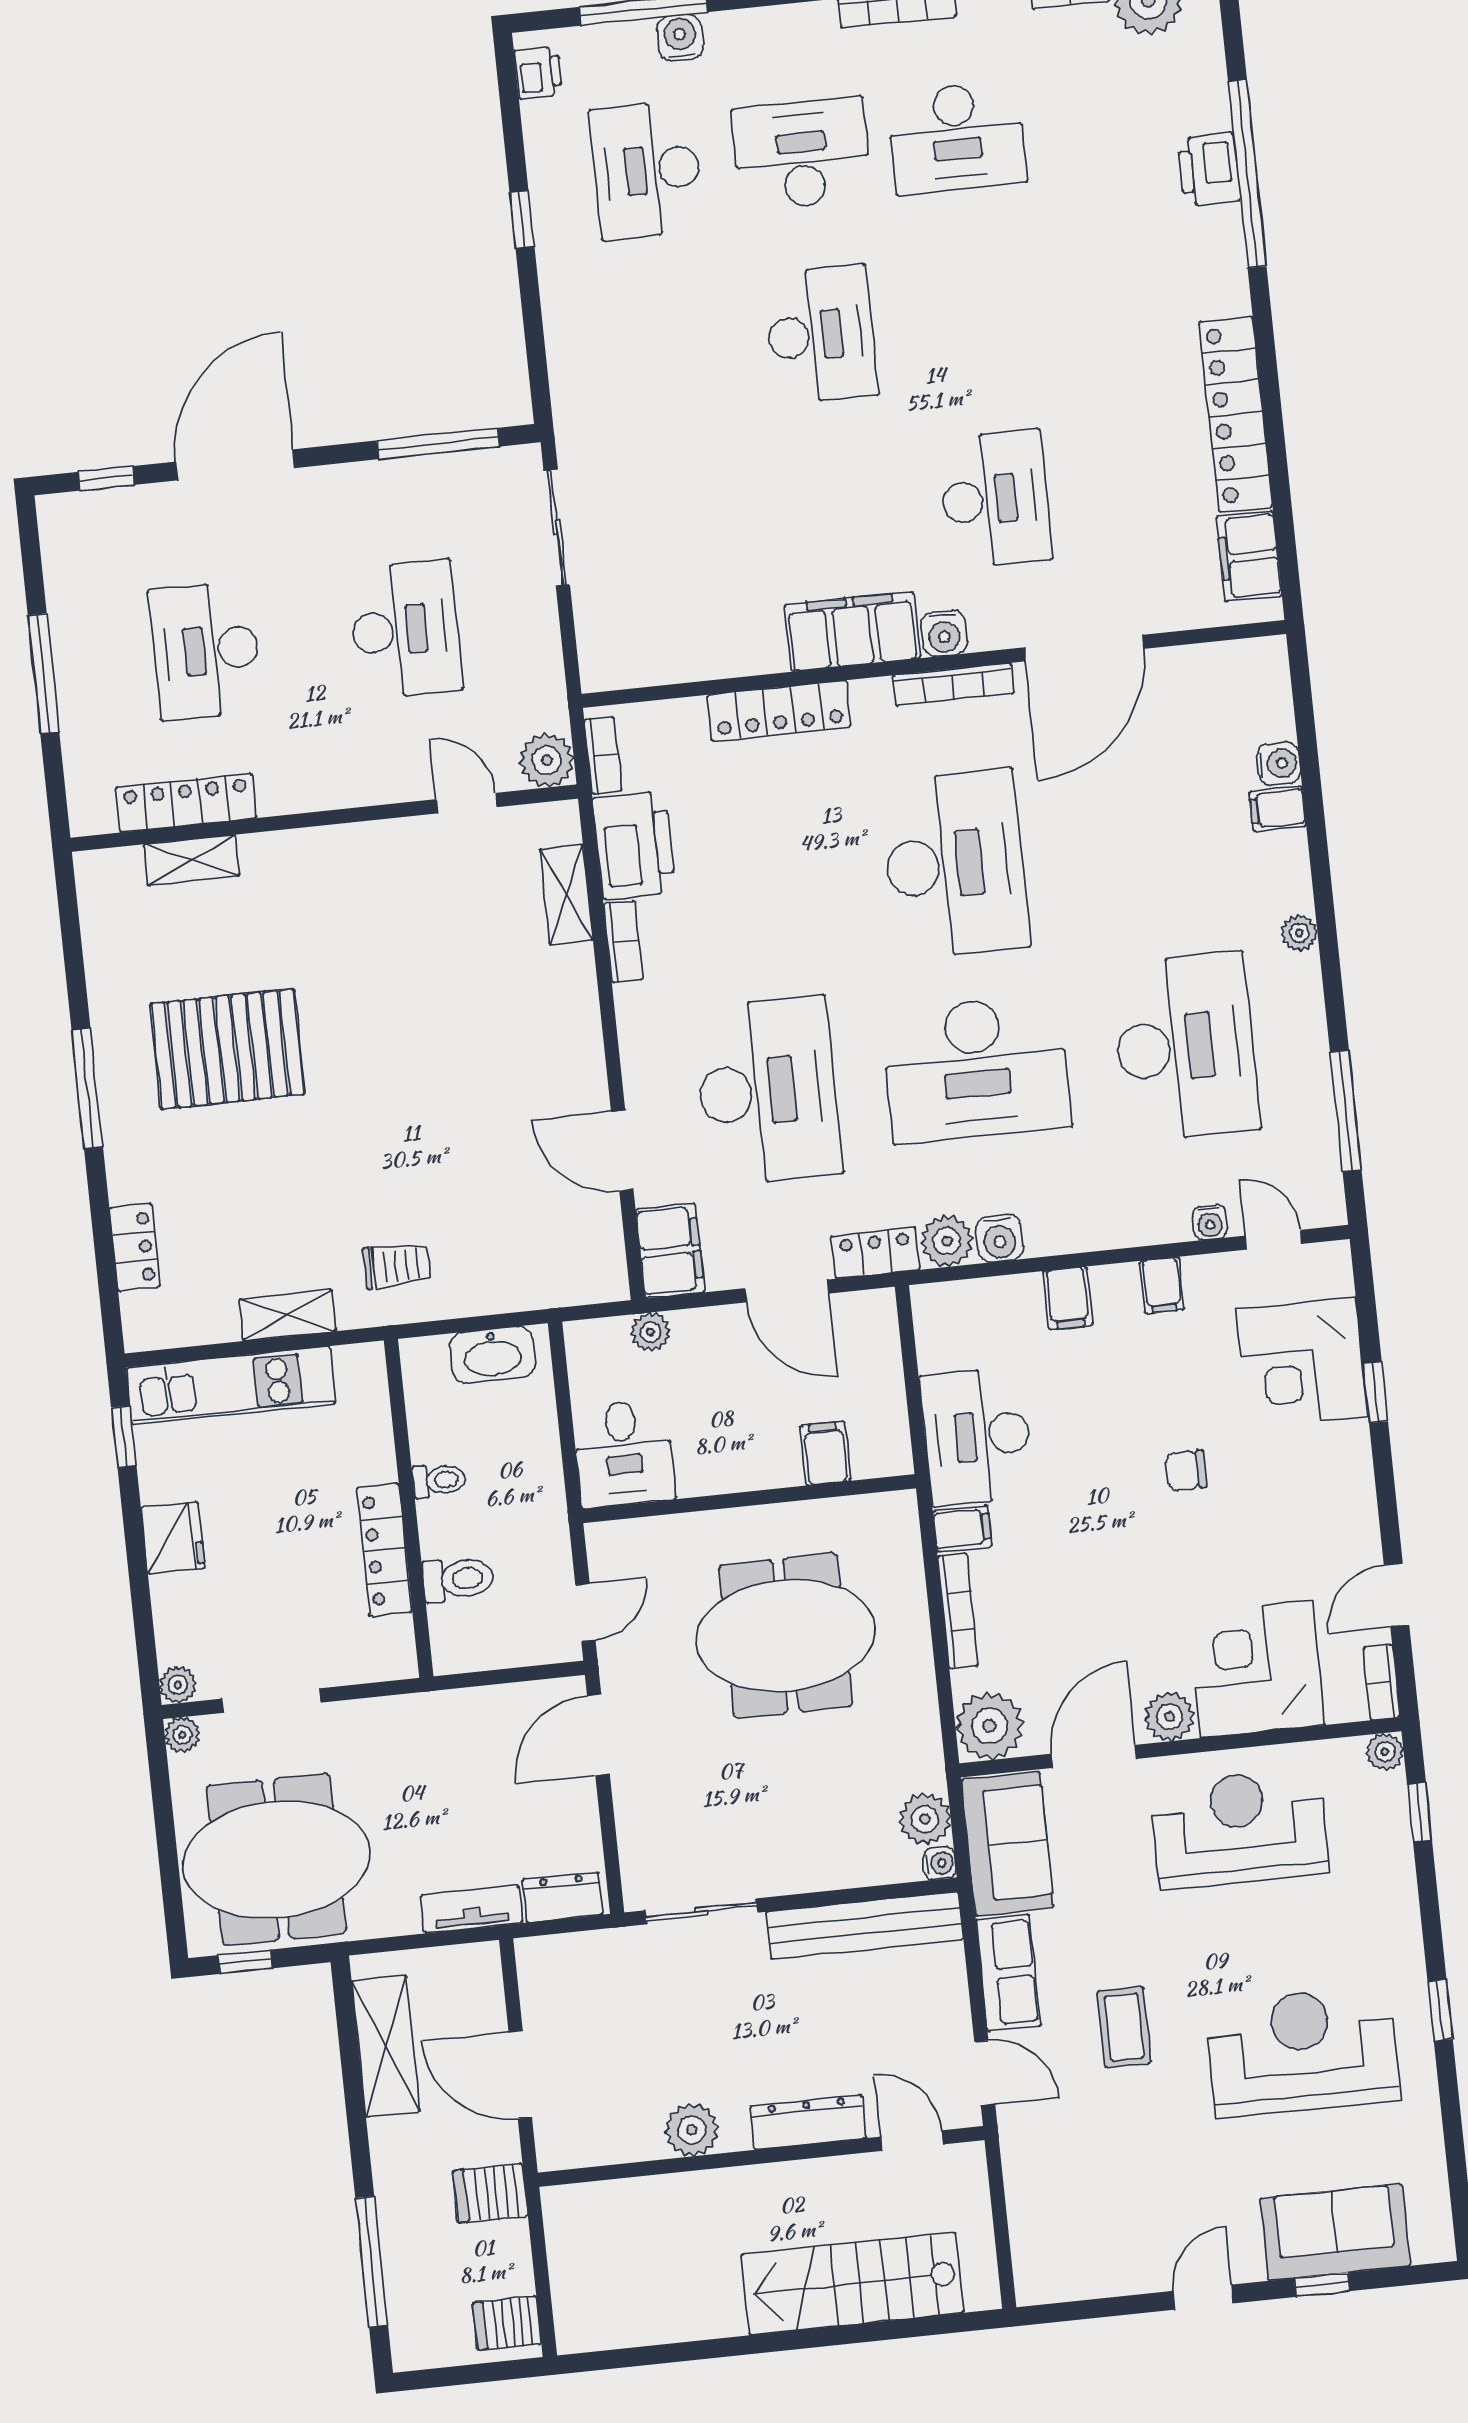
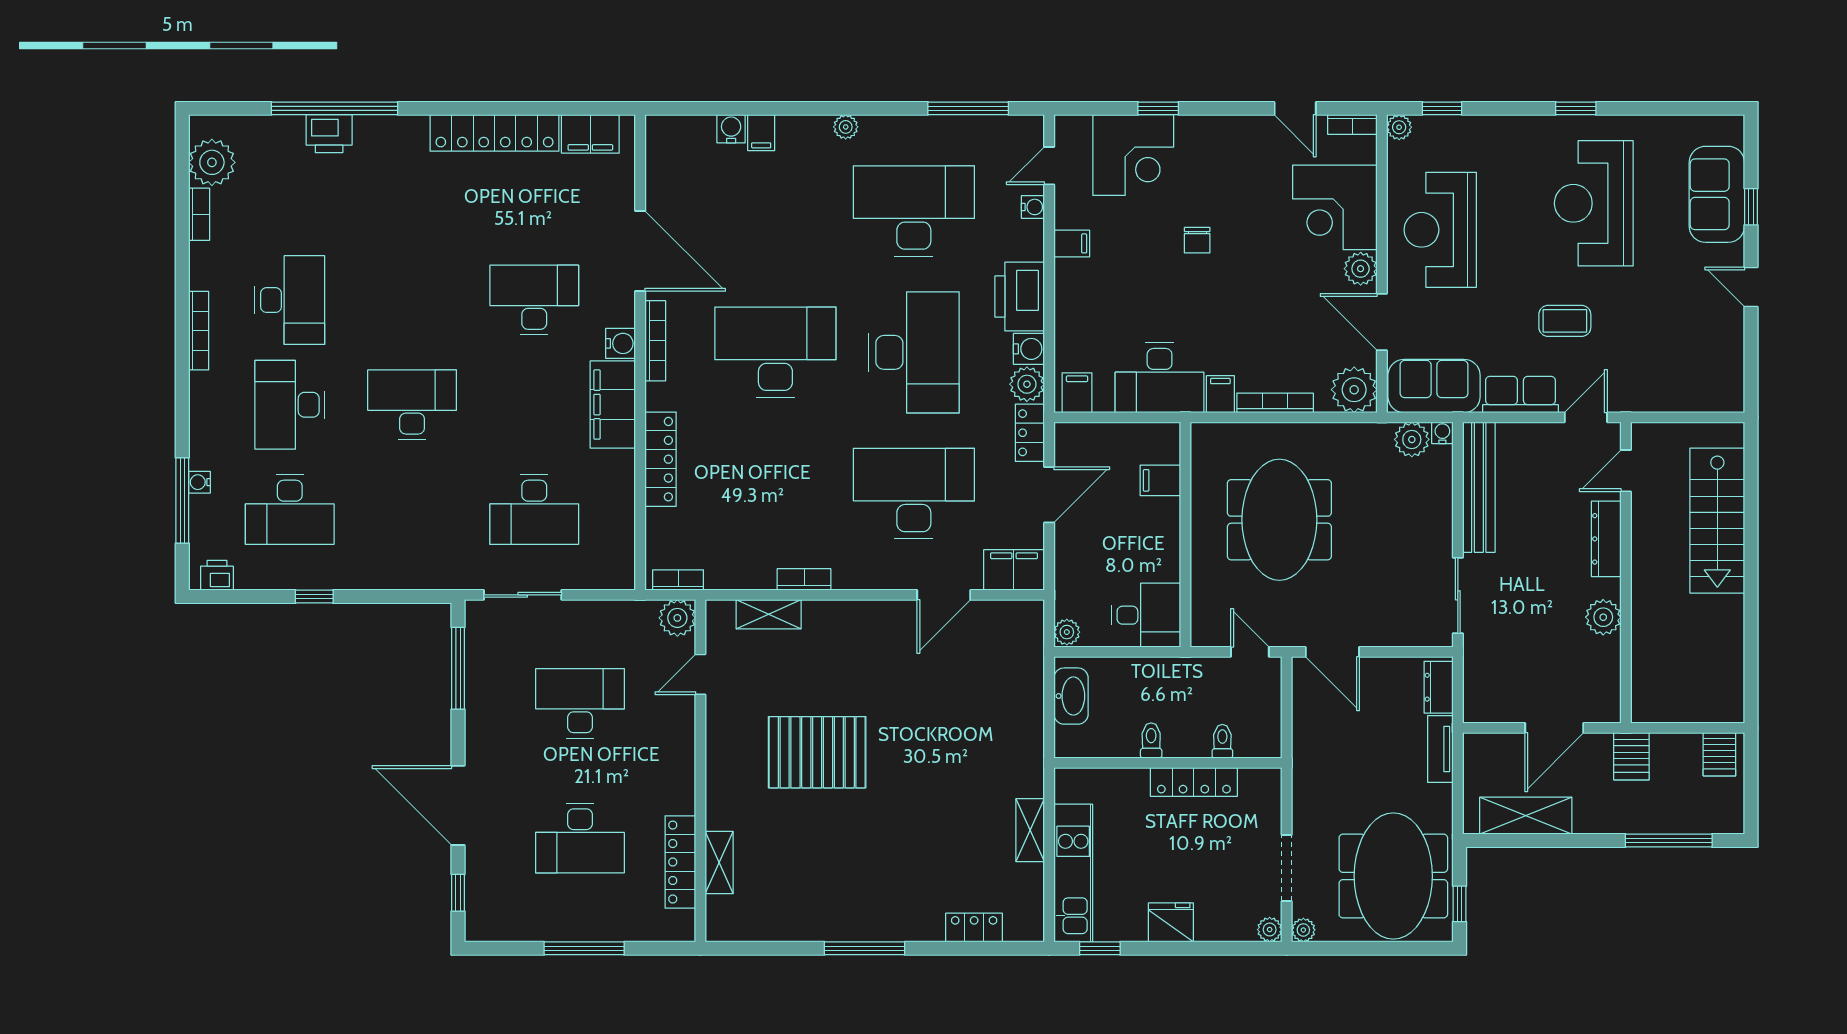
water cooler: (680, 38) -> (199, 482), width x0.72, depth x0.72
desk: (685, 532) -> (534, 509), added
printer: (634, 845) -> (1020, 297), moved, turned -90
pallet: (228, 1049) -> (817, 752), moved, turned 90
trolley: (397, 1265) -> (1005, 753), removed
filing cabinet: (1068, 1298) -> (1077, 393), moved, turned -90
plant: (650, 1332) -> (1067, 632), moved
toilet: (458, 1579) -> (1222, 741), width x0.73, depth x0.72

